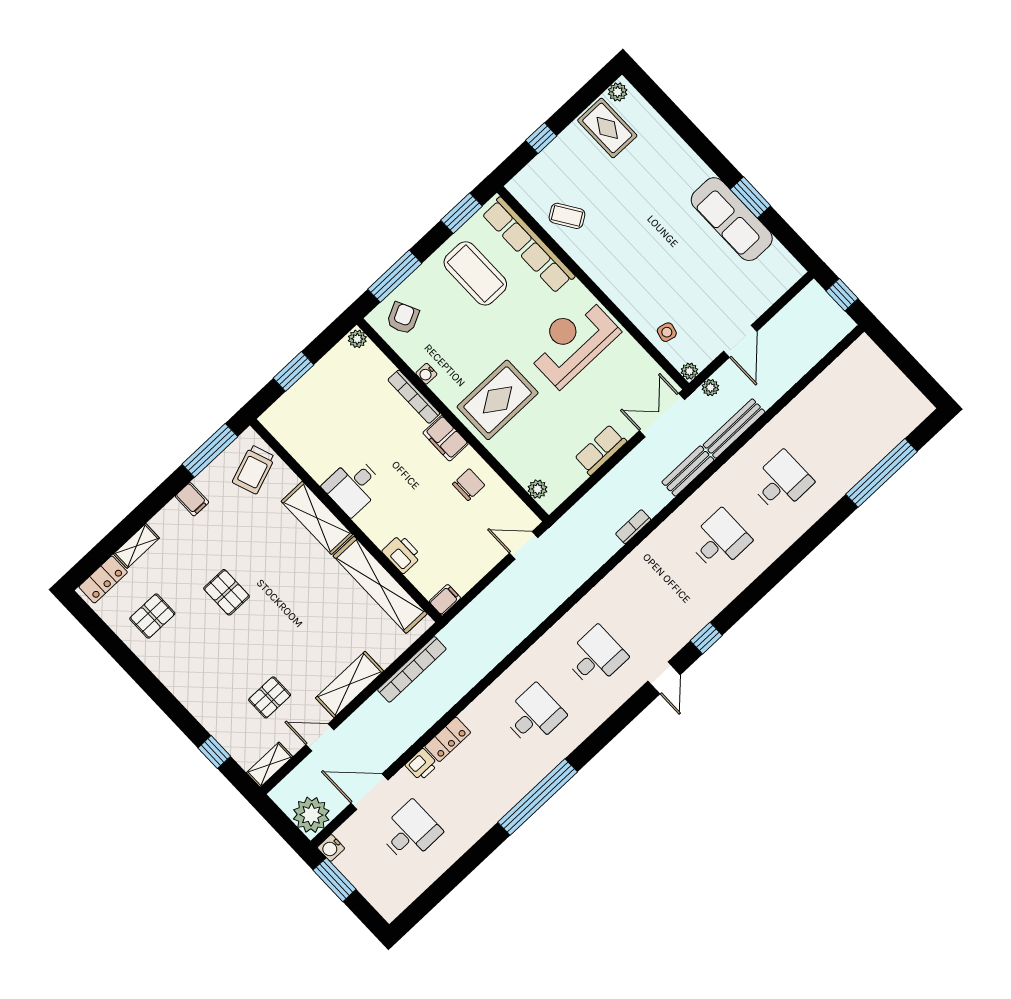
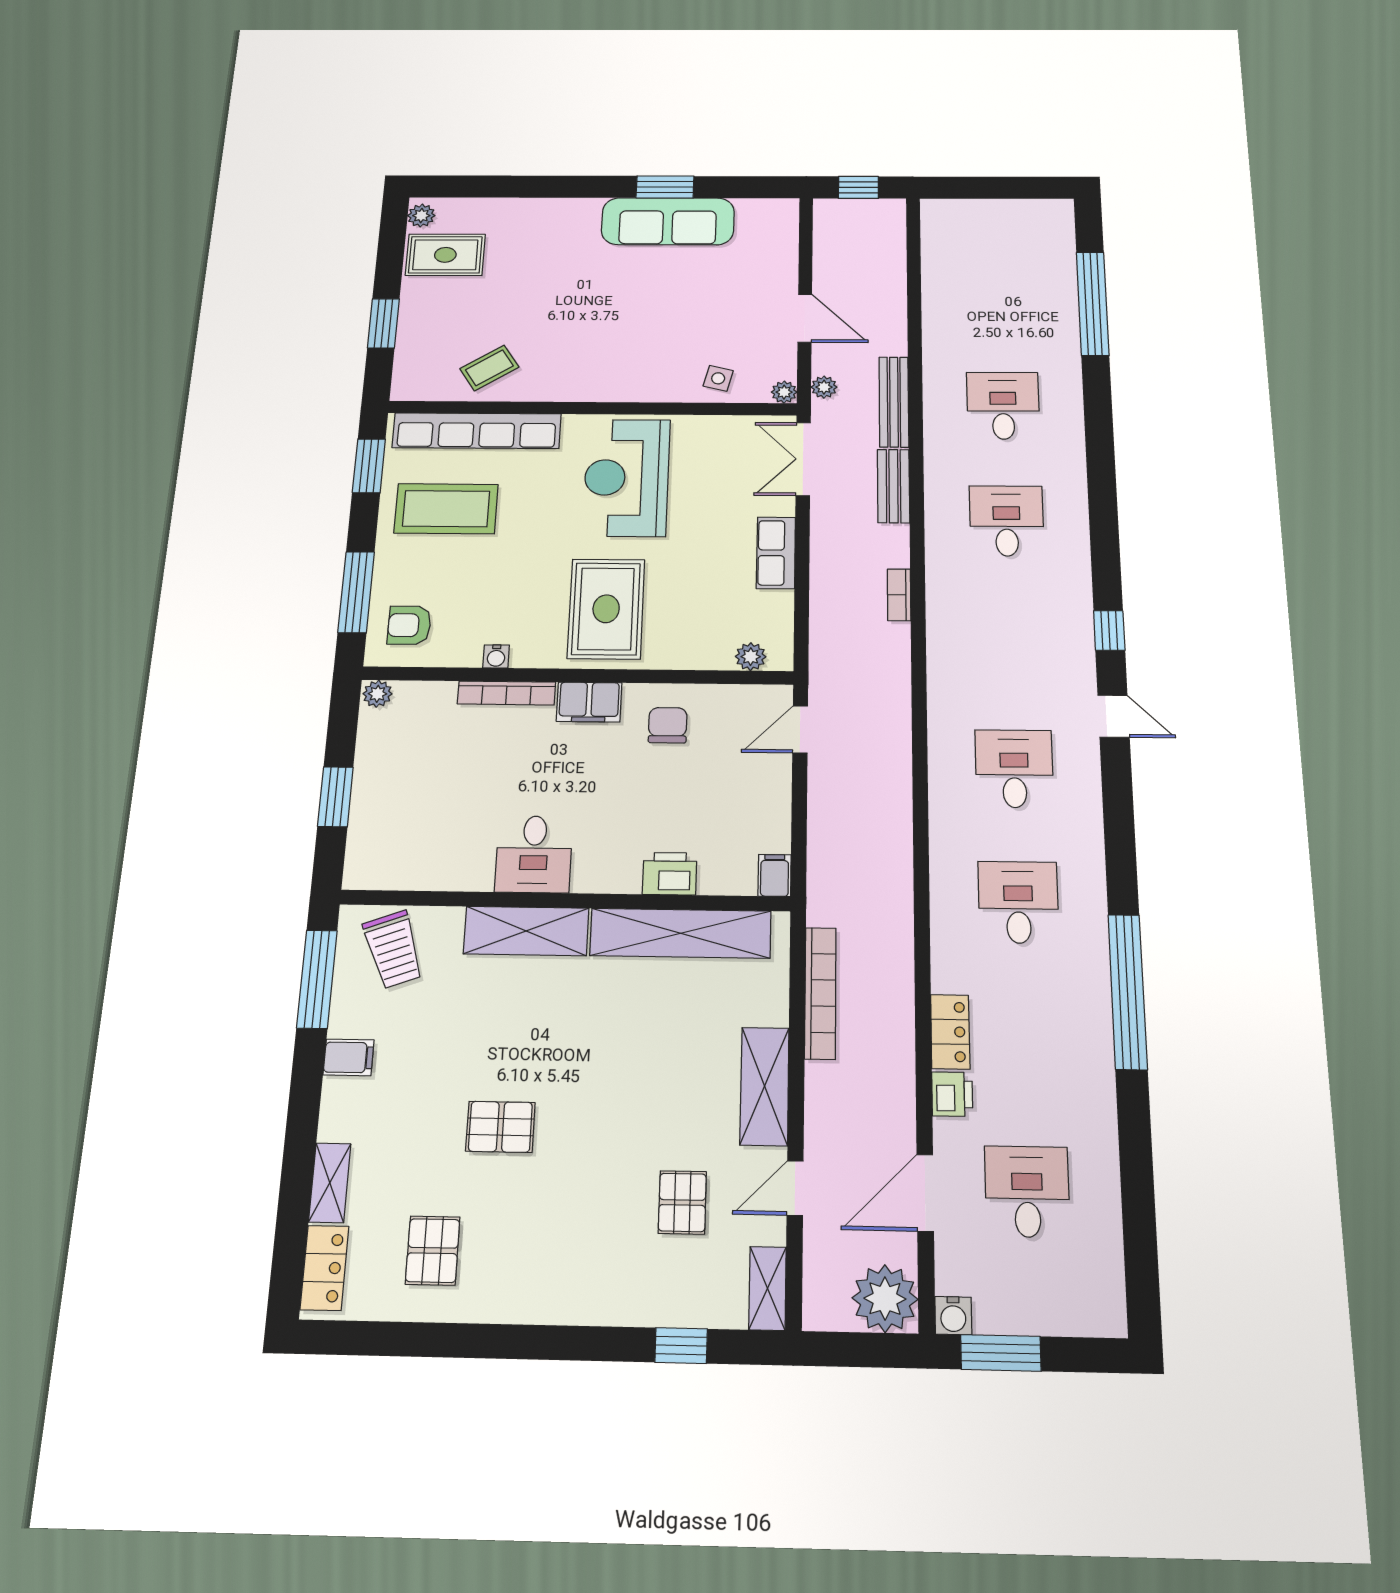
window: (541, 138) -> (383, 323), width x1.50
armchair: (403, 318) -> (409, 625), turned -64

